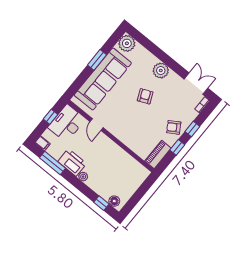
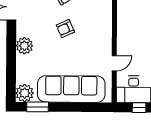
window: (97, 60) -> (38, 107), moved
armchair: (145, 96) -> (65, 29), moved

